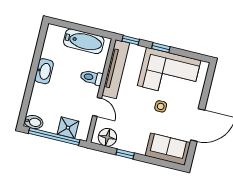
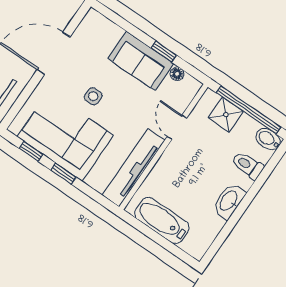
window: (131, 40) -> (31, 151), moved
toilet: (91, 77) -> (248, 165), moved, turned 180
floor lamp: (107, 137) -> (177, 74), width x0.53, depth x0.53
sofa: (168, 149) -> (141, 61), moved

